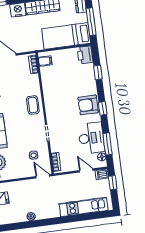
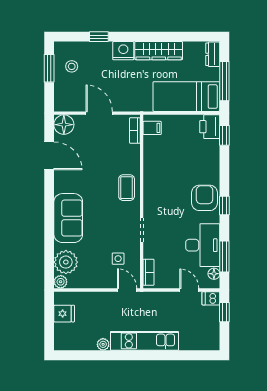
window: (98, 72) -> (224, 135), moved
armchair: (88, 105) -> (205, 198), turned 90
kitchen unit: (83, 207) -> (144, 341), moved

